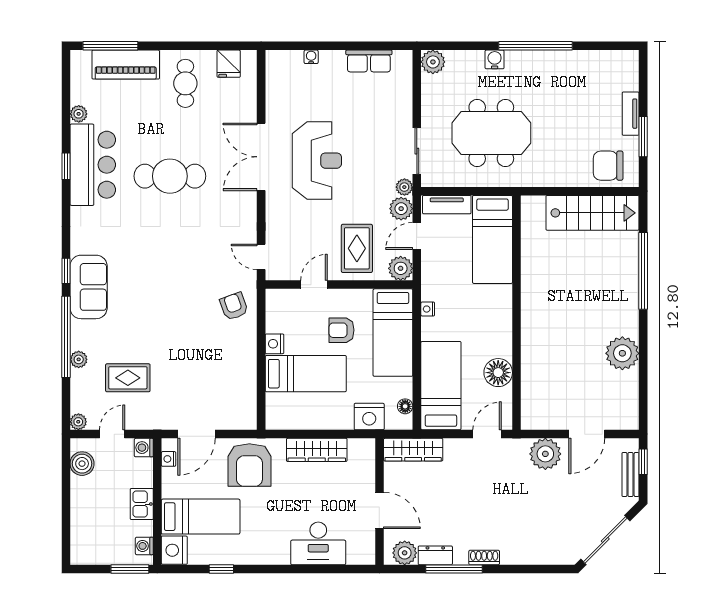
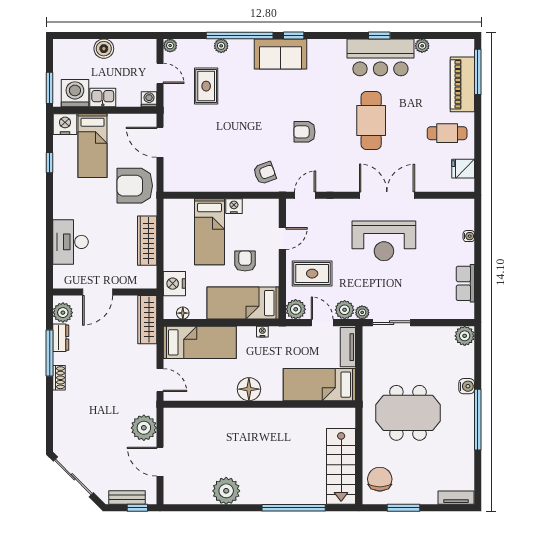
tv unit: (631, 114) -> (456, 498), moved
meeting table: (491, 133) -> (408, 413), moved, turned 90
armchair: (184, 258) -> (304, 132), added
door: (314, 285) -> (282, 238), hinge flipped
floor lamp: (498, 373) -> (249, 389), moved
nightstand: (169, 459) -> (140, 119), removed
boiler: (82, 464) -> (104, 49), moved
washing machine: (144, 546) -> (75, 93), width x1.89, depth x1.89

